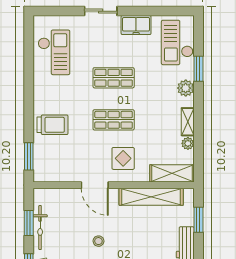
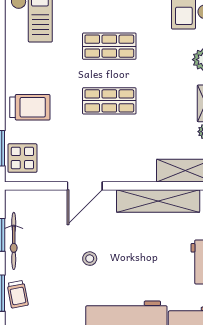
display table: (123, 158) -> (22, 158), moved
door: (95, 185) -> (85, 186), hinge flipped

